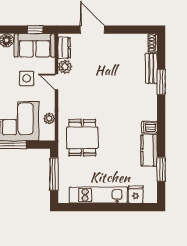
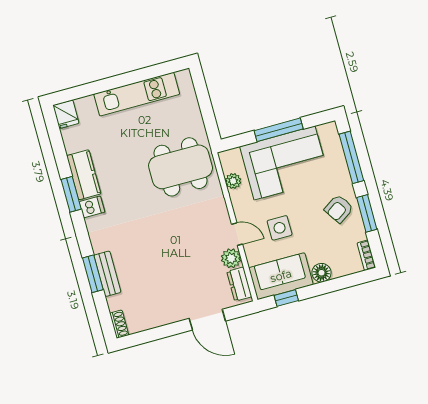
bench: (151, 68) -> (107, 274), moved
dining table: (82, 138) -> (181, 167), width x1.38
window: (161, 169) -> (71, 194), moved
window: (54, 174) -> (206, 106), removed
fridge: (136, 194) -> (66, 114), moved

